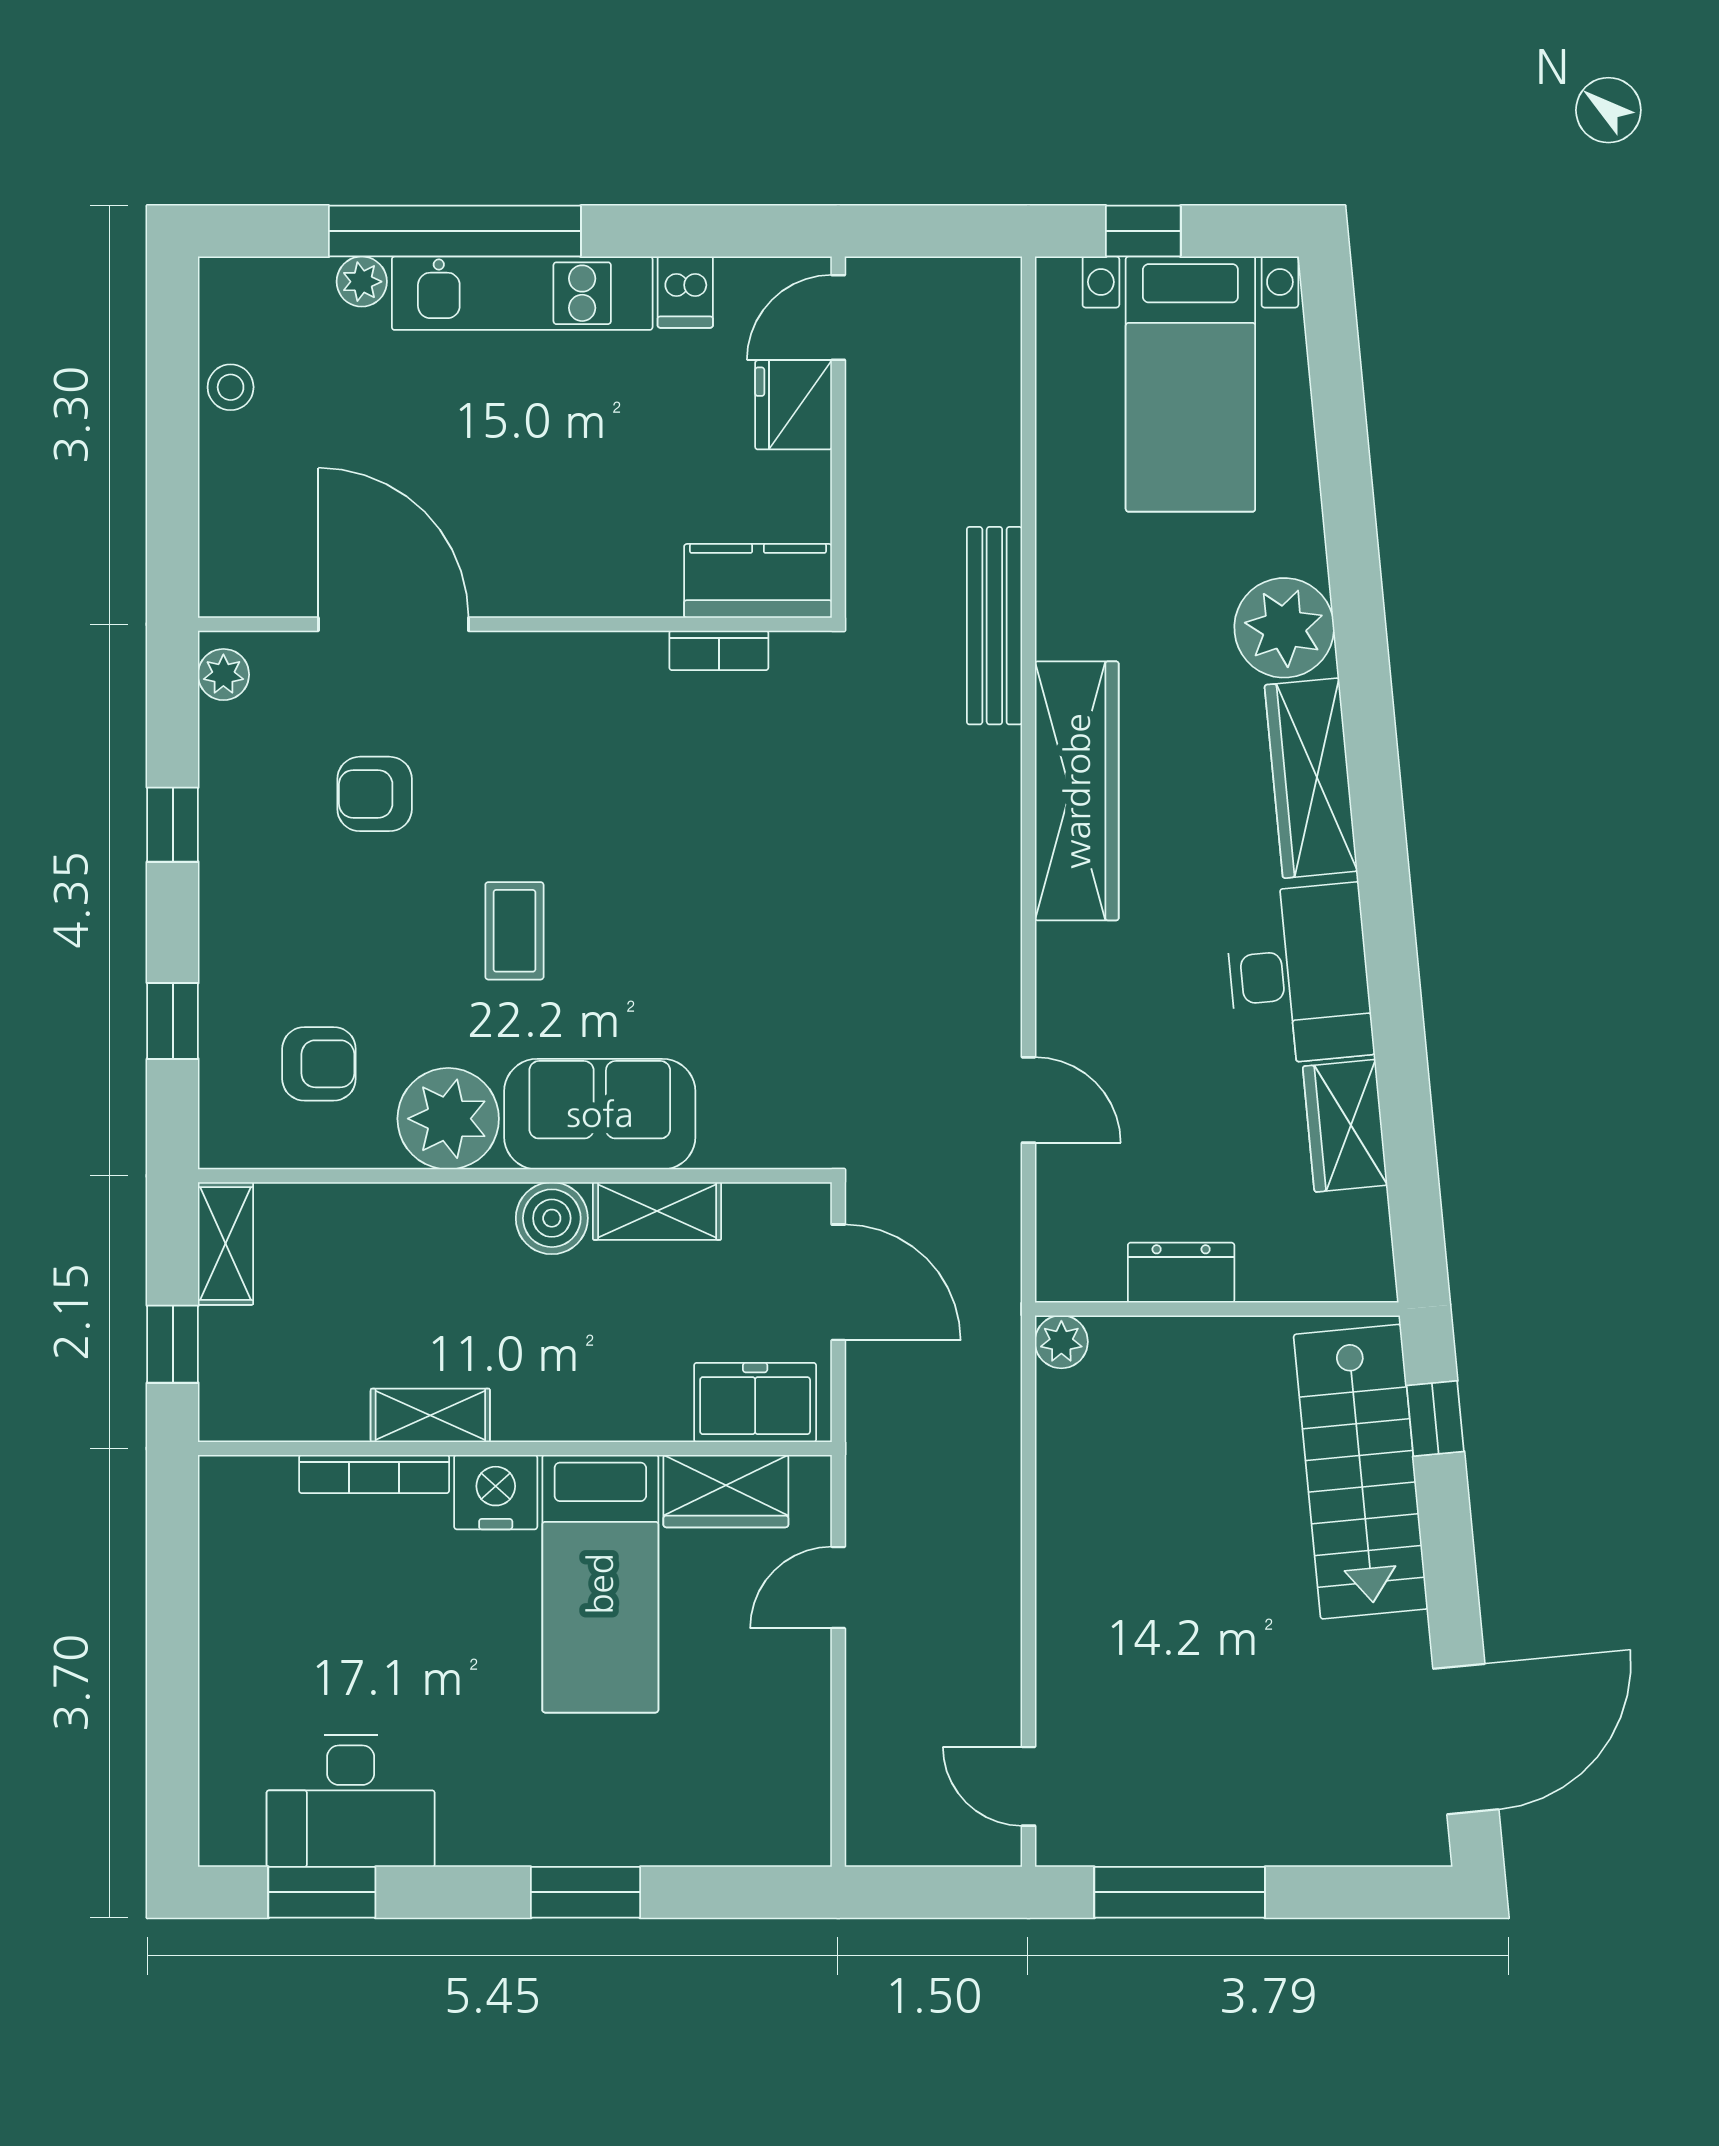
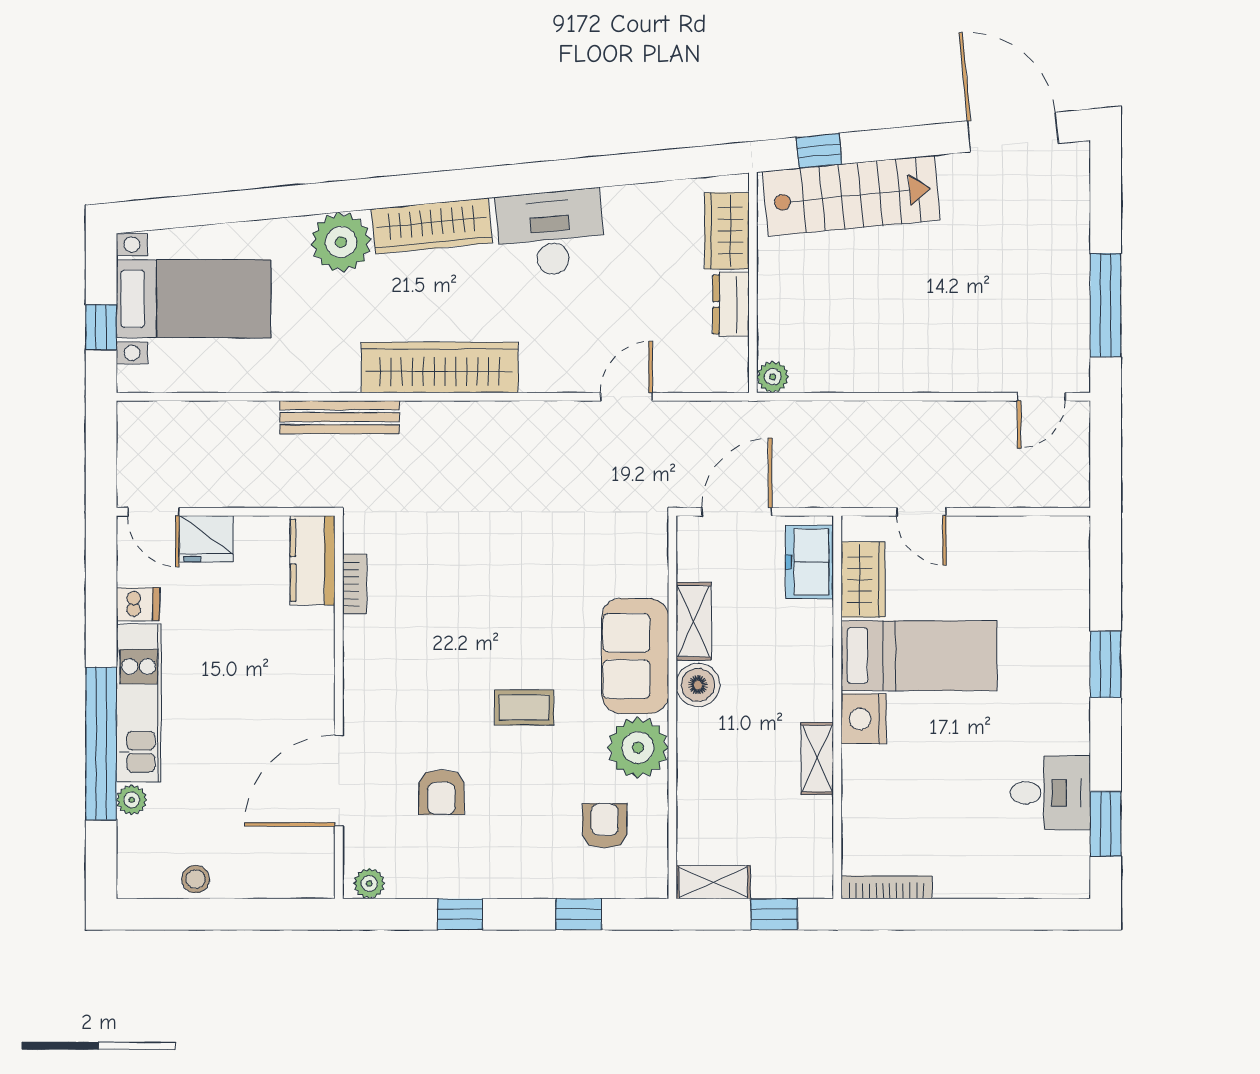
wardrobe: (1345, 1126) -> (727, 231), moved, turned 95
bookcase: (374, 1474) -> (886, 887), moved, turned -90
desk: (351, 1801) -> (1050, 793), width x0.73

